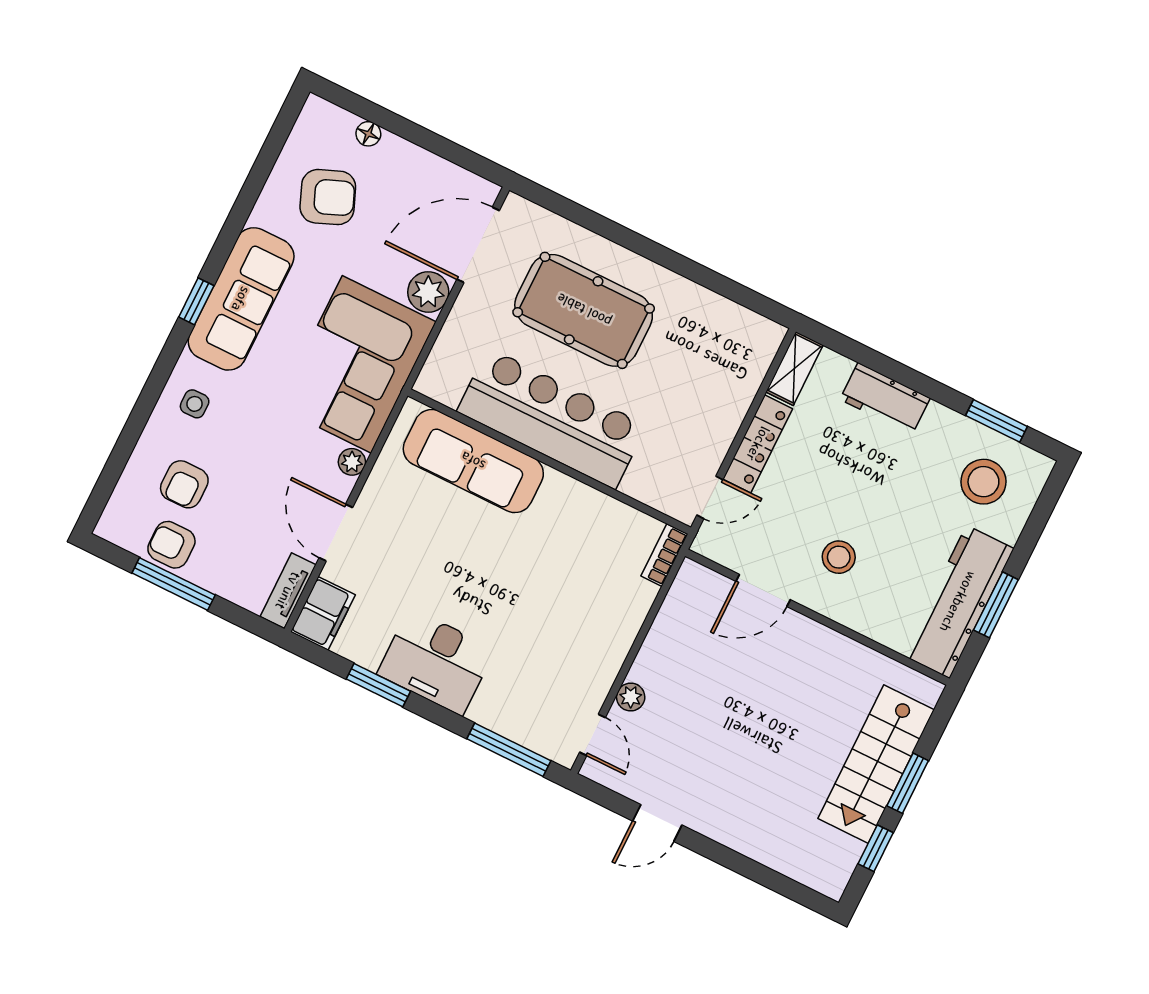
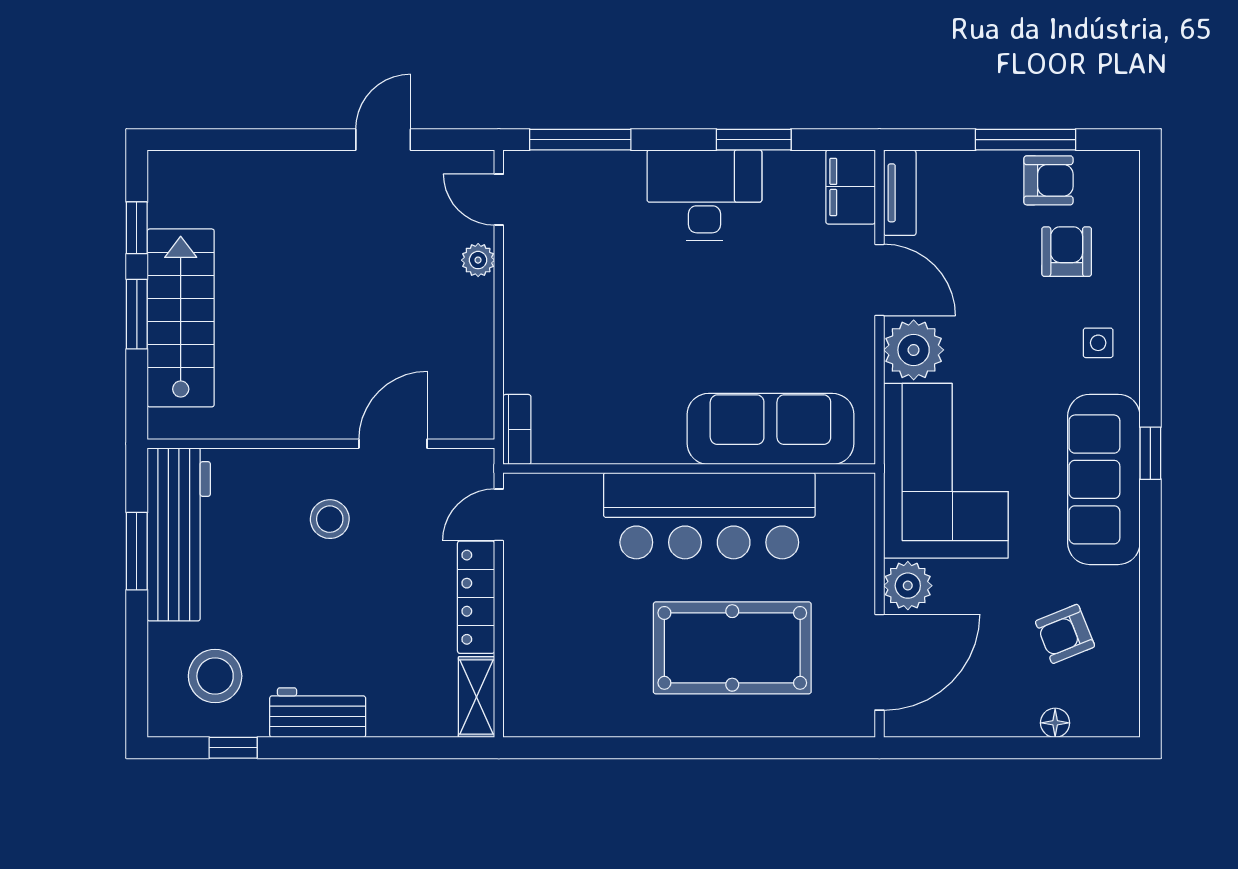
armchair: (328, 197) -> (1065, 634), width x0.72, depth x0.72
workbench: (885, 399) -> (318, 713), moved
window: (997, 421) -> (233, 748), width x0.67
plant: (352, 462) -> (914, 350), width x1.88, depth x1.88

